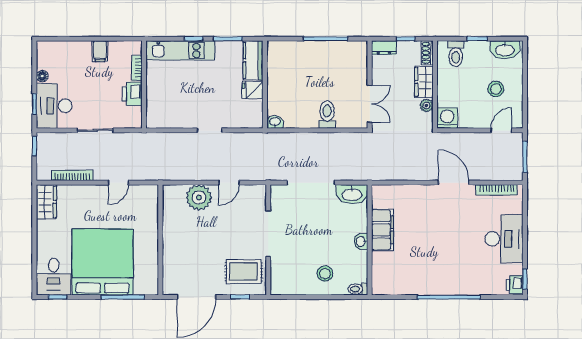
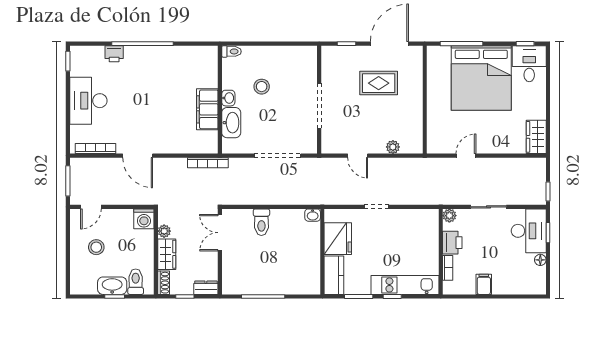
washbasin: (505, 50) -> (112, 286), moved
fridge: (253, 90) -> (338, 239), width x1.88, depth x1.34
plant: (135, 121) -> (449, 216), added
bookcase: (72, 175) -> (208, 163), moved
door: (229, 183) -> (358, 156), swing flipped
washbasin: (352, 194) -> (231, 123), moved, turned 90
plant: (199, 197) -> (393, 147), width x0.53, depth x0.53
rug: (244, 272) -> (379, 83), moved
stool: (325, 274) -> (262, 87), moved
printer: (515, 285) -> (114, 54), moved, turned 90

